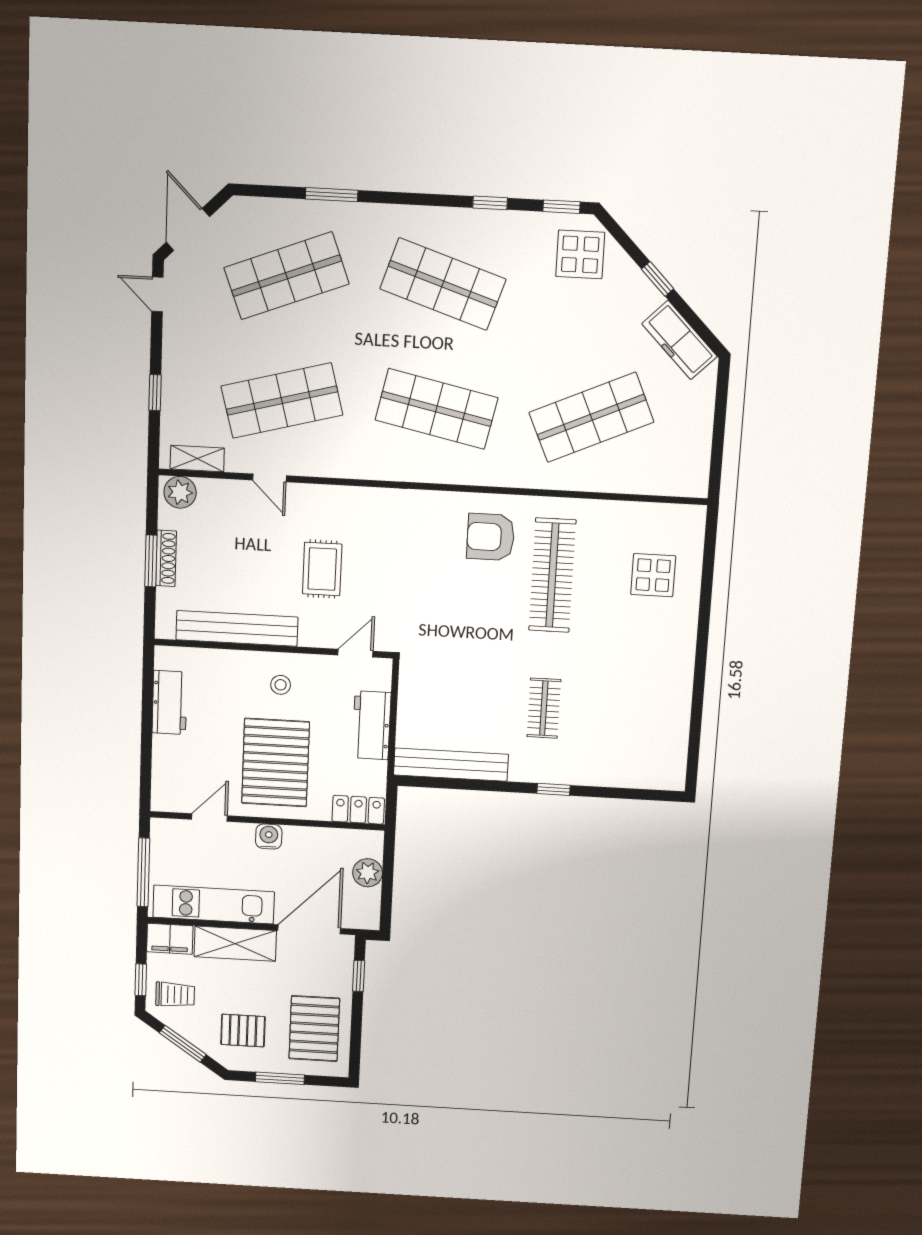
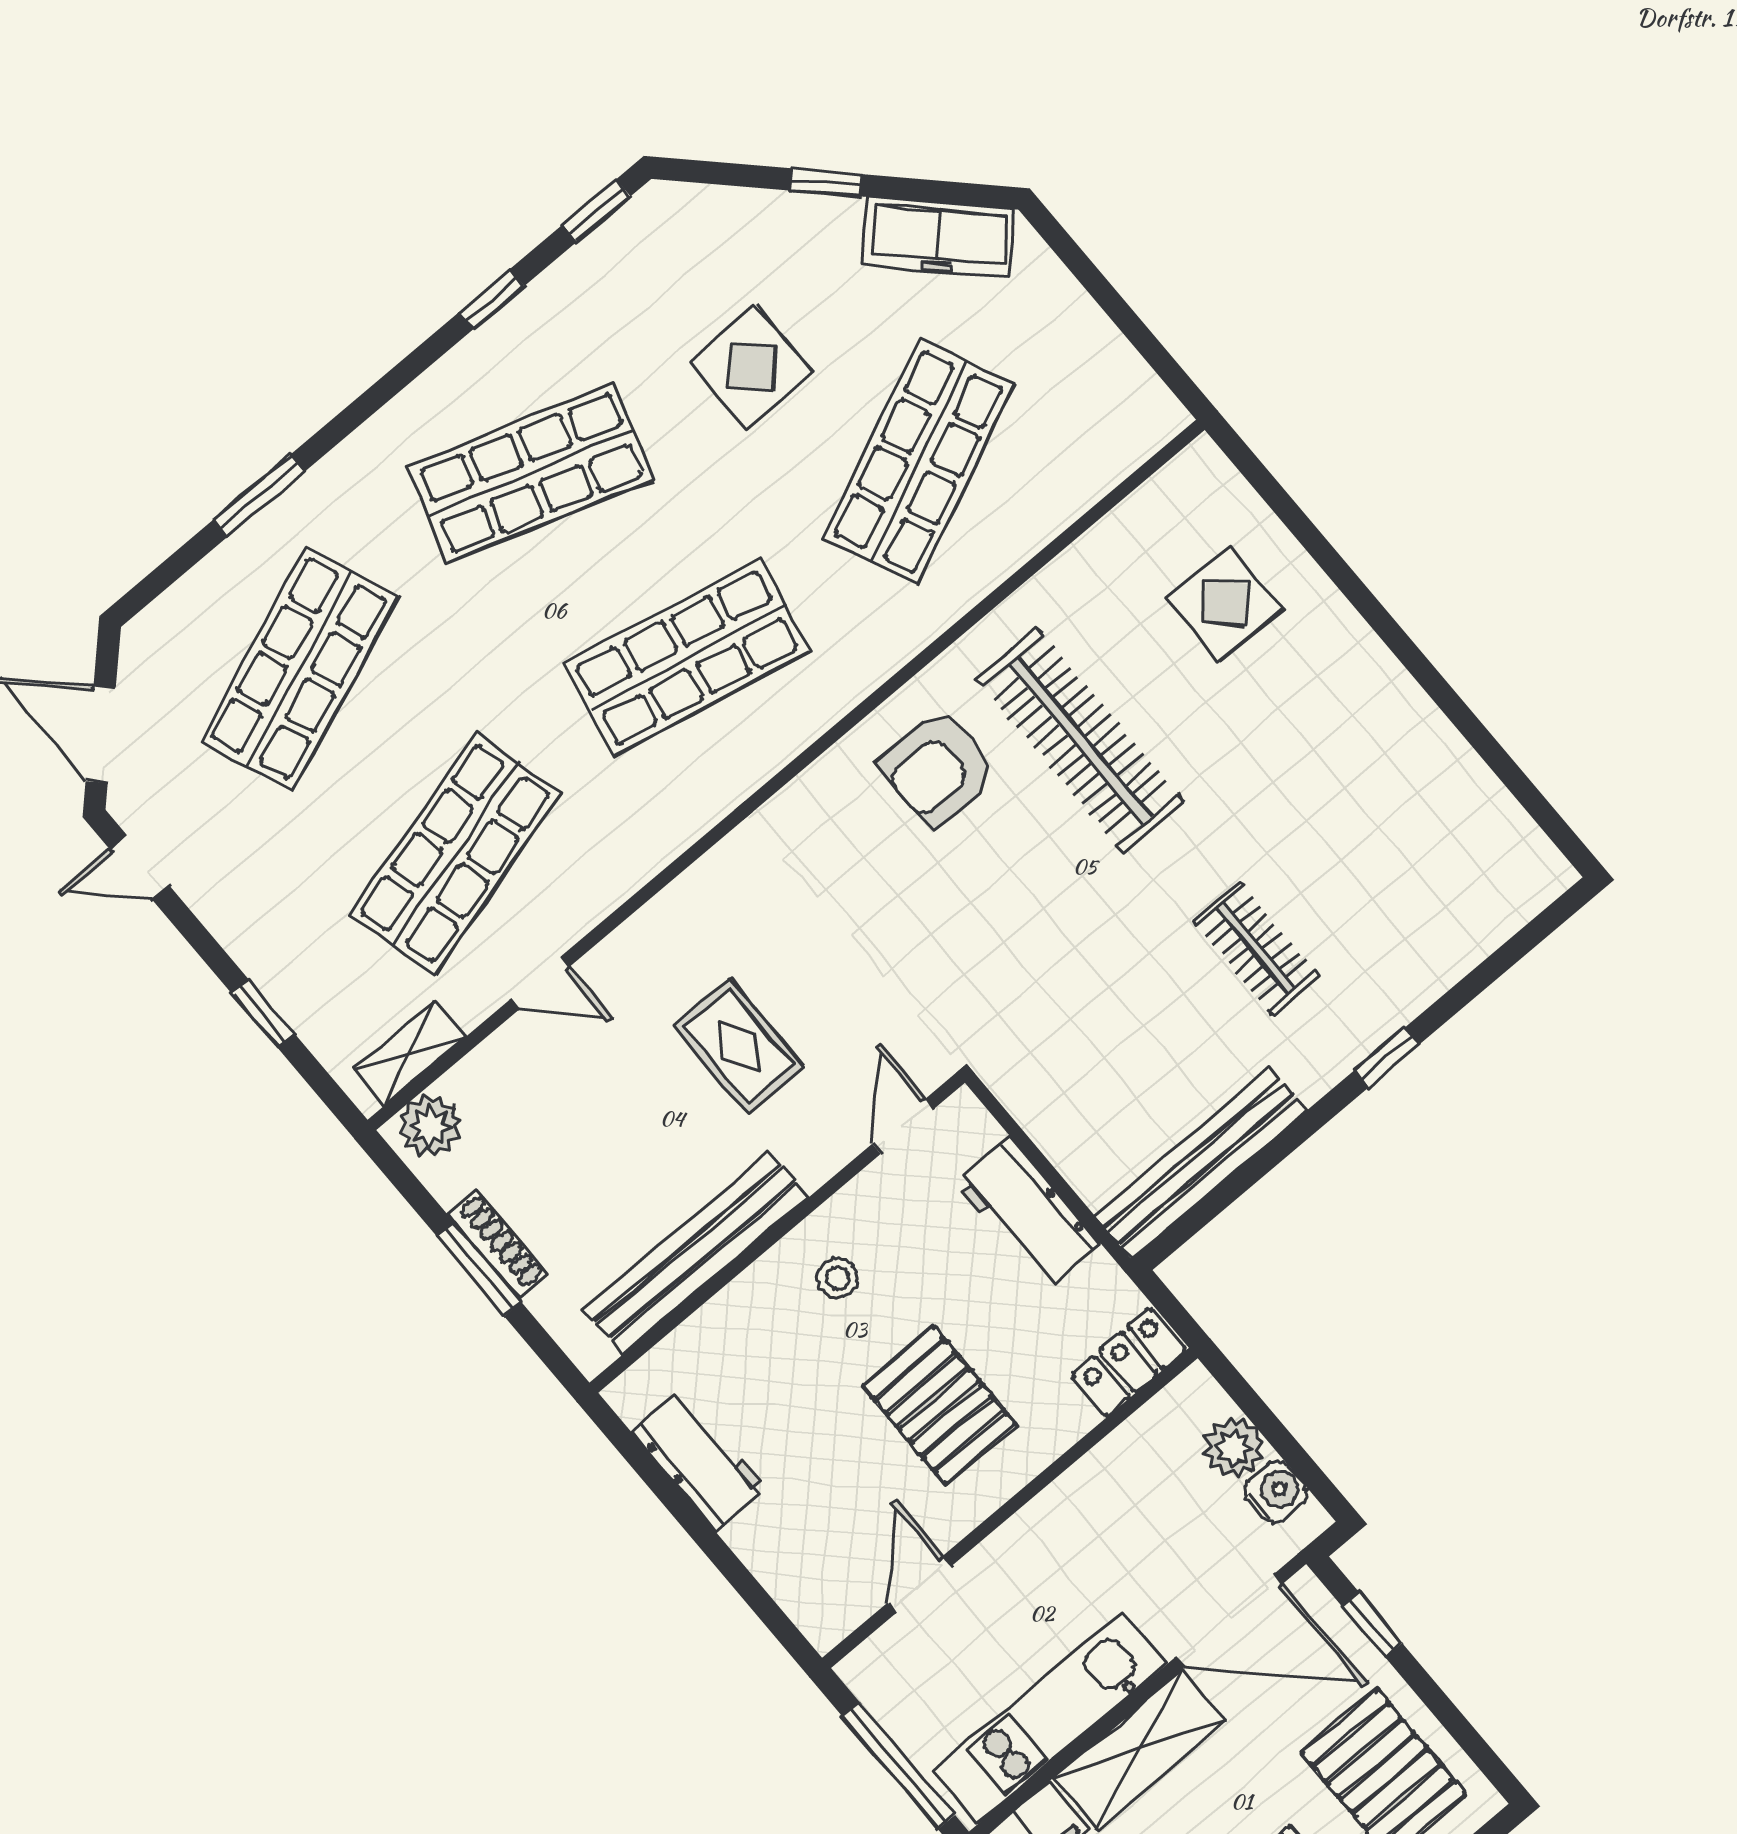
display table: (580, 254) -> (751, 367), moved
pallet: (276, 763) -> (939, 1405), width x0.73, depth x0.71
water cooler: (269, 837) -> (1276, 1492), moved, turned 90
door: (309, 929) -> (1229, 1621), swing flipped

